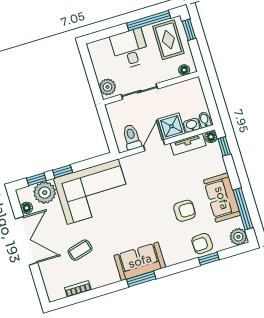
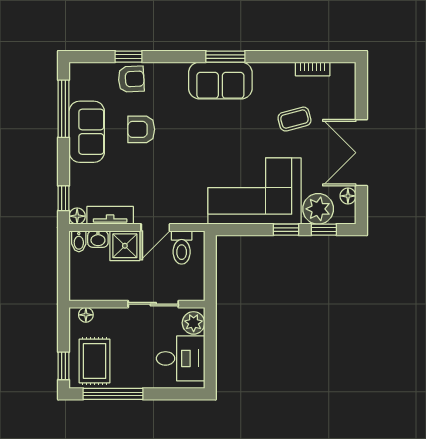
desk: (130, 49) -> (181, 358), moved, turned -90
plant: (238, 237) -> (81, 74), removed

